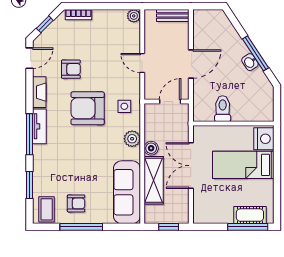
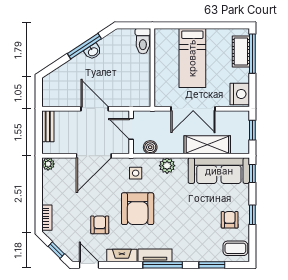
door: (142, 63) -> (94, 156), width x1.87
toilet: (223, 109) -> (143, 41), moved, turned -90
nightstand: (264, 139) -> (240, 94), moved, turned 90
boiler: (151, 148) -> (150, 147), moved
window: (81, 227) -> (252, 215), width x0.46
window: (124, 227) -> (252, 173), added

